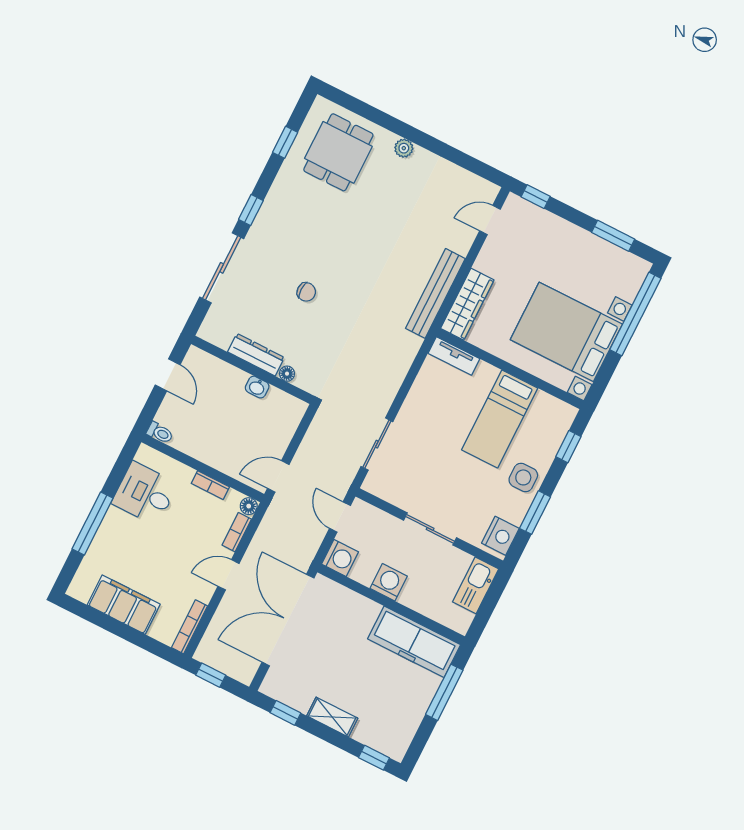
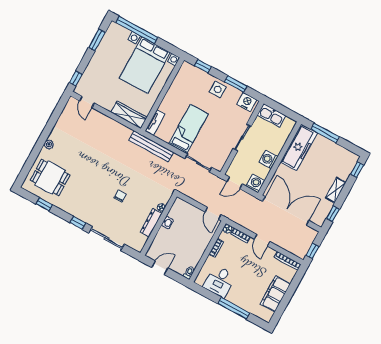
bench: (435, 293) -> (151, 146), moved
bed: (500, 419) -> (188, 129), moved, turned -90
double door: (288, 620) -> (286, 211), swing flipped

